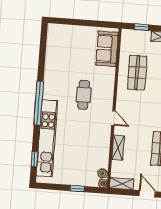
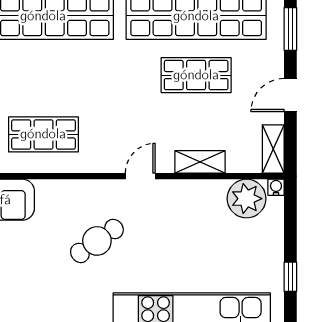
cafe table: (84, 95) -> (97, 241), turned -35
plant: (103, 174) -> (247, 199), width x1.87, depth x1.87
window: (77, 189) -> (290, 277), moved

